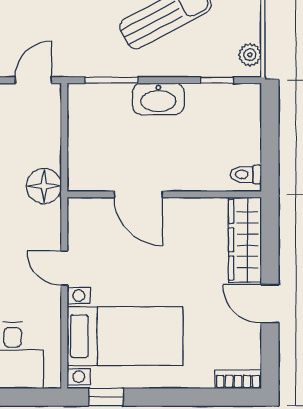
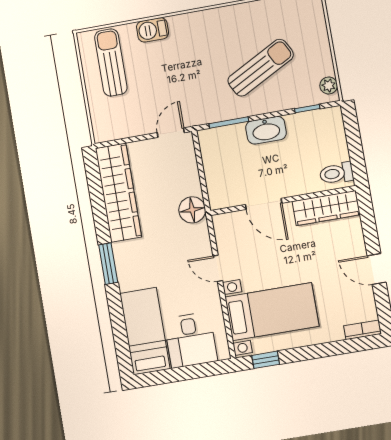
toilet: (246, 174) -> (337, 173), width x1.37, depth x1.39
wardrobe: (245, 240) -> (326, 208), moved, turned -90

